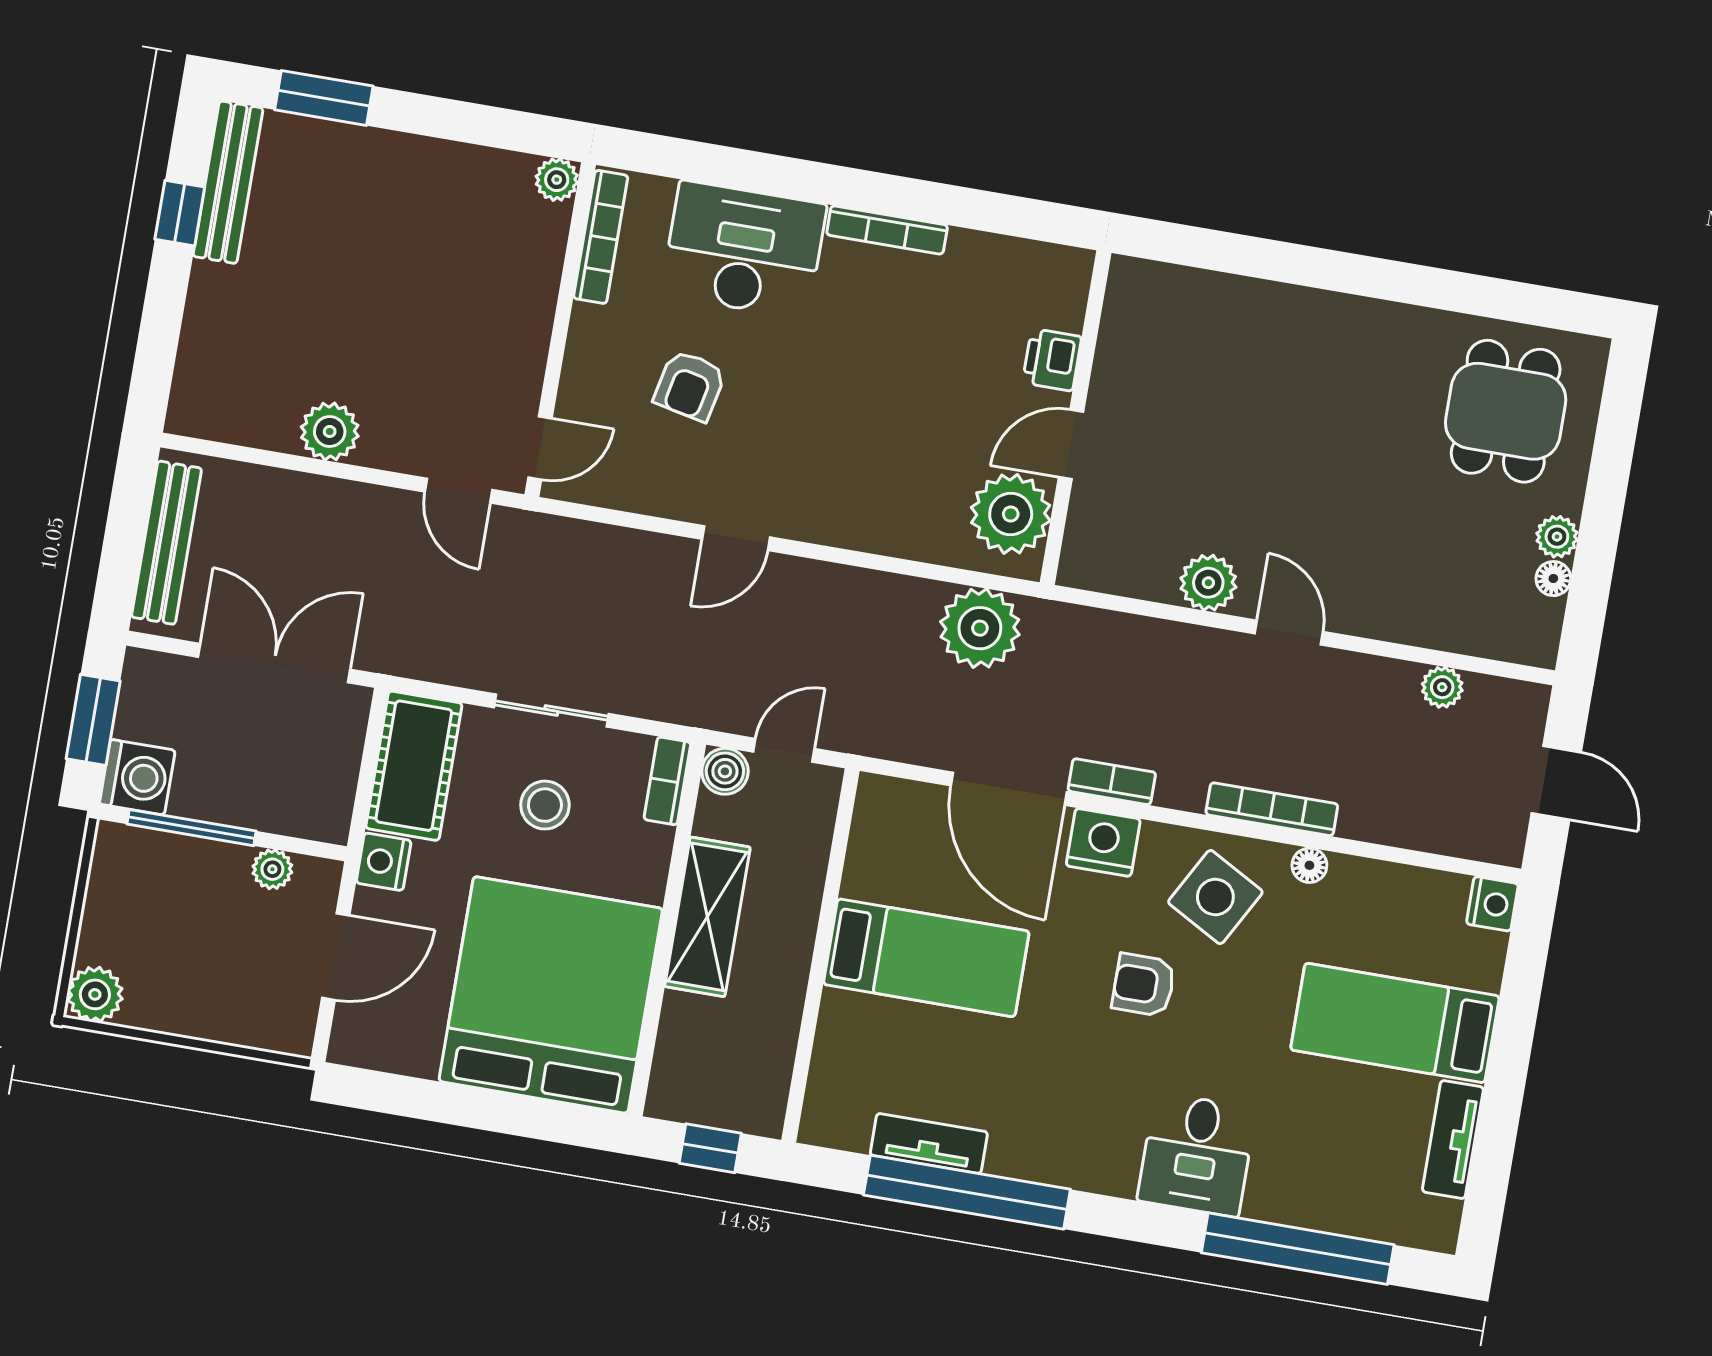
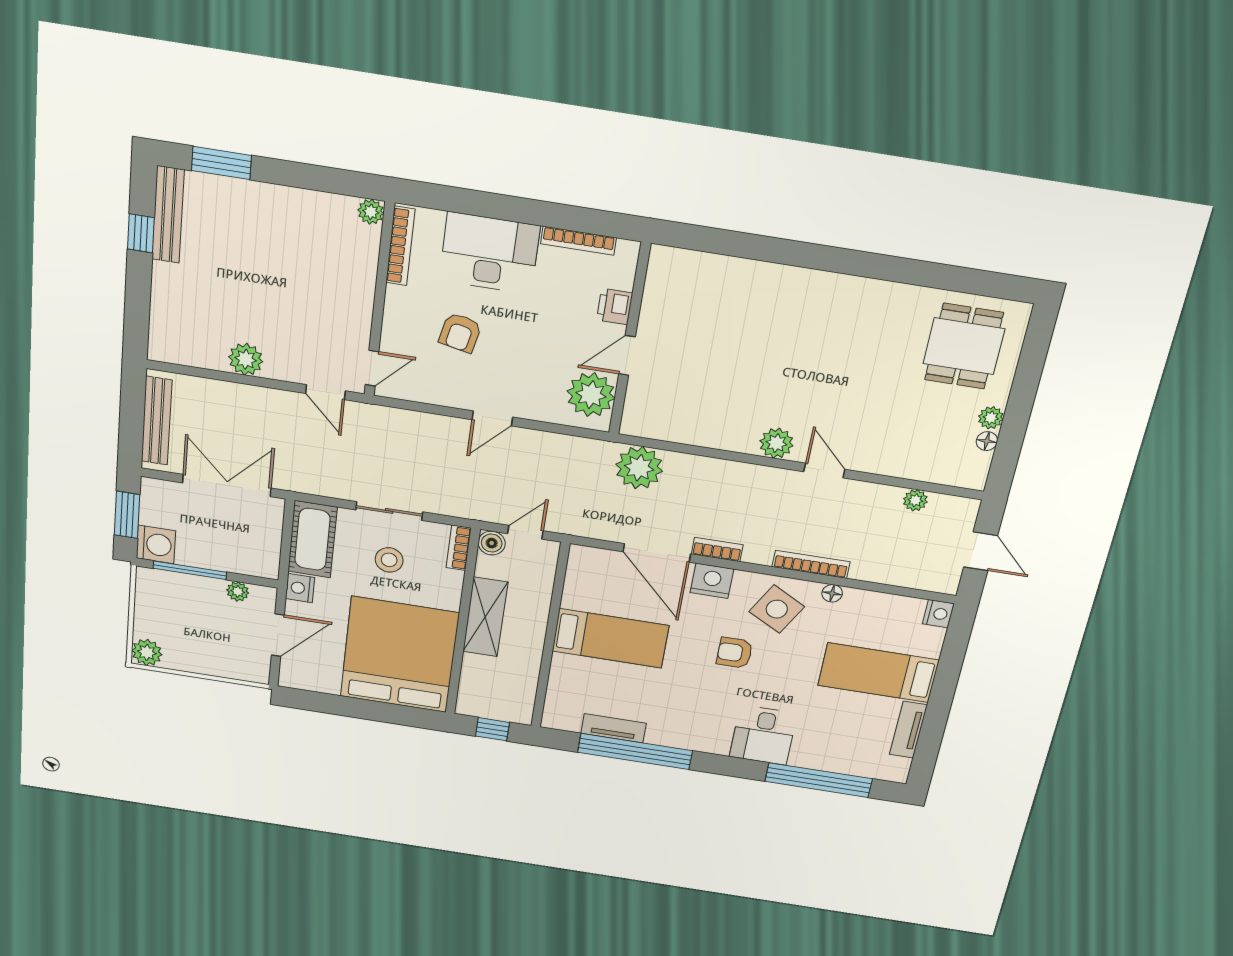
printer: (1052, 360) -> (615, 306), moved
wall: (1076, 418) -> (630, 340), moved
door: (1071, 445) -> (627, 355), moved
plant: (1011, 514) -> (591, 395), moved

